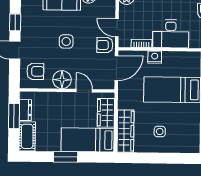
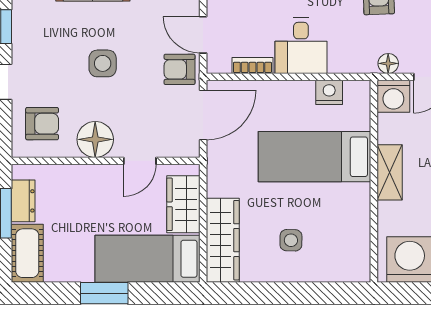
desk: (171, 34) -> (301, 46), width x0.73
nightstand: (155, 57) -> (329, 92), moved
door: (84, 91) -> (140, 161), swing flipped

